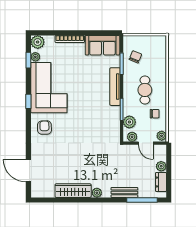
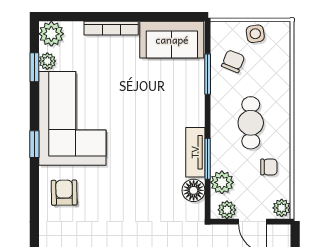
side table: (147, 42) -> (255, 34), added
tv unit: (115, 87) -> (195, 152), moved, width x0.71
floor lamp: (114, 126) -> (194, 190), added

